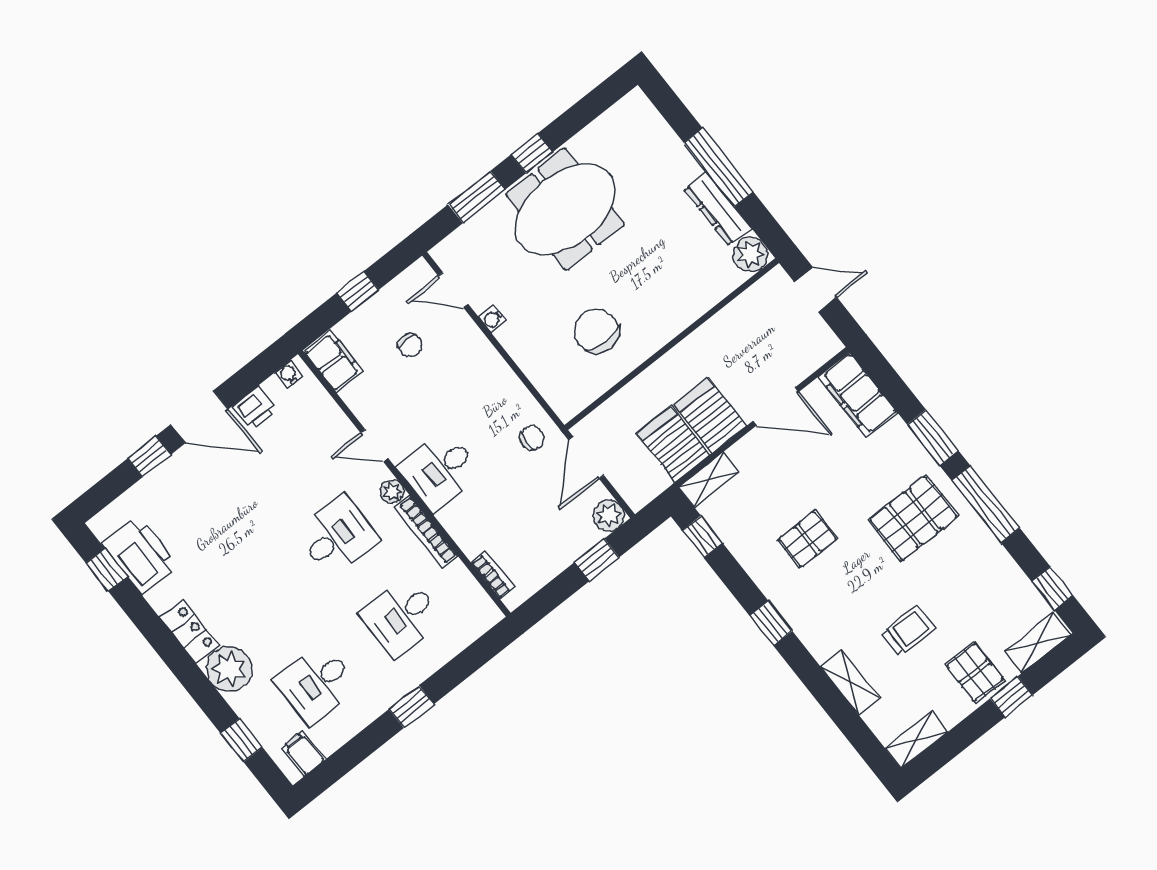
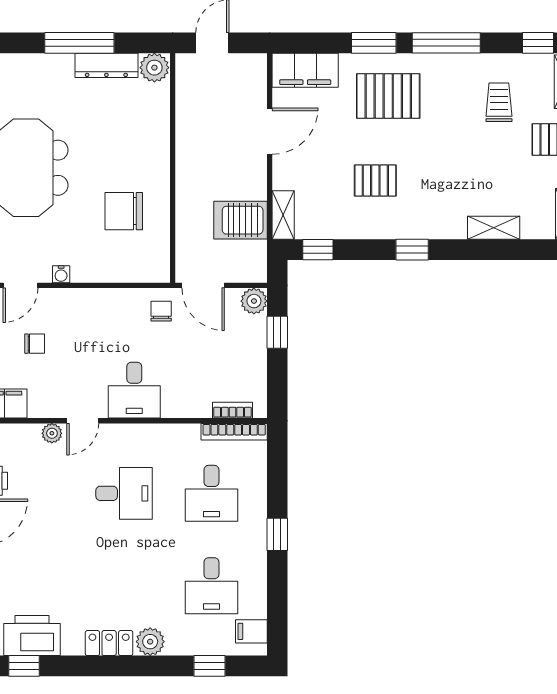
server rack: (710, 415) -> (241, 180), removed
plant: (392, 492) -> (52, 433), moved
pallet: (913, 518) -> (388, 96), moved, turned 90
bookcase: (426, 532) -> (234, 432), moved
desk: (338, 536) -> (124, 493), turned 90
pallet: (808, 539) -> (375, 181), turned 90
trolley: (909, 630) -> (499, 102), moved
plant: (229, 669) -> (150, 642), width x0.73, depth x0.73

